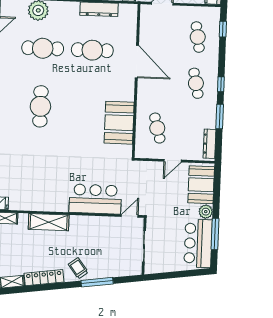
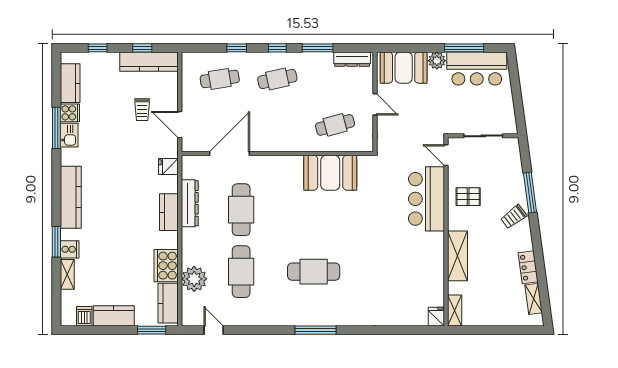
window: (223, 29) -> (237, 48), moved
door: (137, 62) -> (230, 154), moved
pallet: (96, 232) -> (468, 197), added
locker: (44, 278) -> (528, 267), width x0.66

